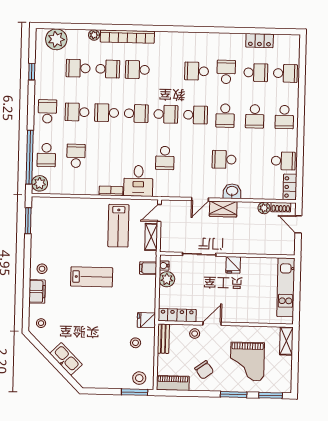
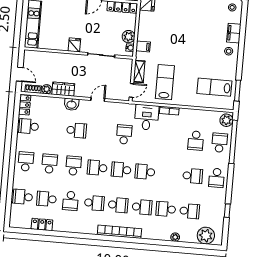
bookcase: (127, 37) -> (119, 232), moved
school desk: (107, 113) -> (118, 205), moved
wardrobe: (223, 209) -> (63, 89), moved
lab bench: (92, 277) -> (214, 87), moved

